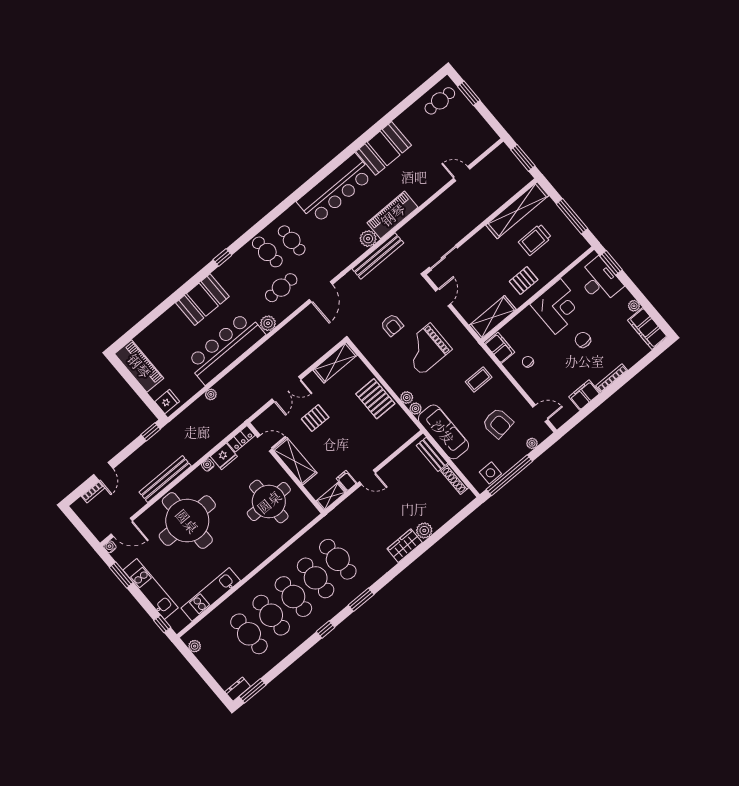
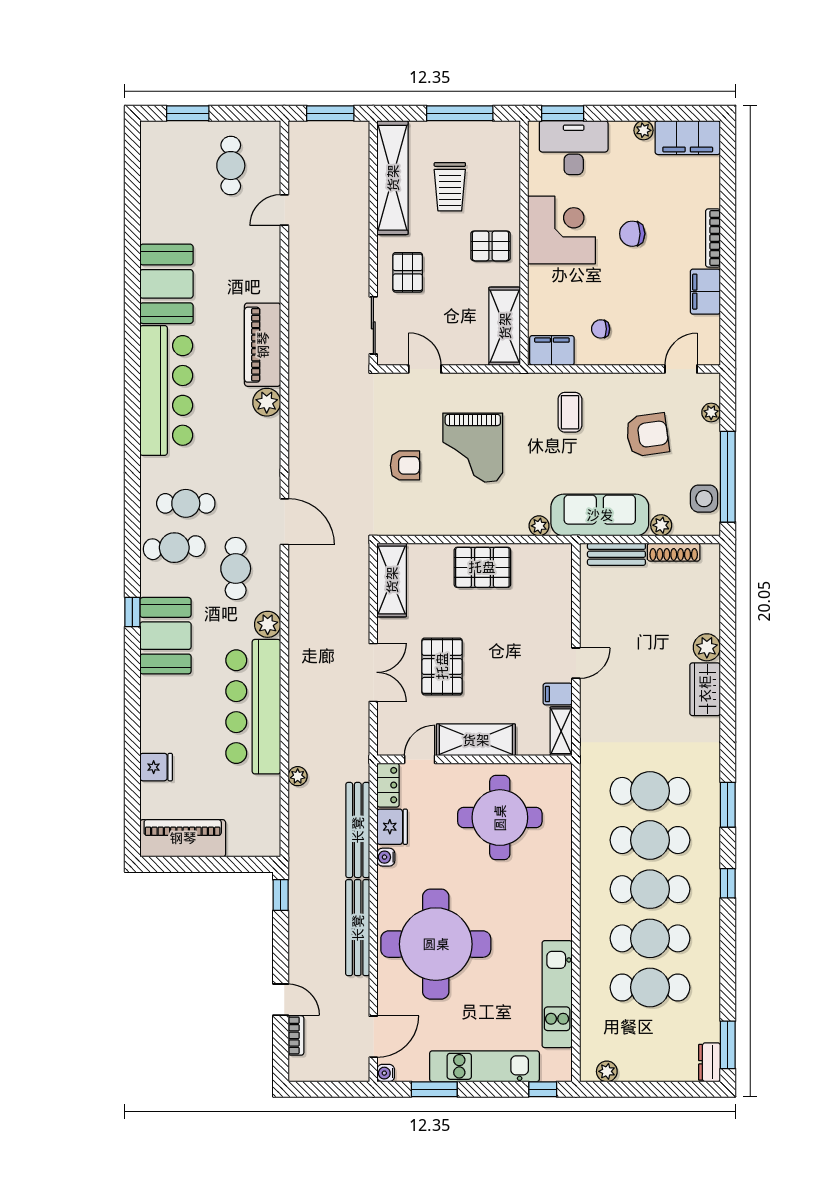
cafe table: (440, 101) -> (231, 166), moved
pallet: (480, 253) -> (408, 272), added
bench: (378, 256) -> (358, 830), moved
pallet: (524, 280) -> (490, 246), turned 90
booth: (202, 300) -> (165, 636), moved
plant: (407, 398) -> (661, 525), moved
fridge: (167, 402) -> (156, 767), moved, turned 90
pallet: (315, 418) -> (442, 666), width x1.50, depth x1.42

